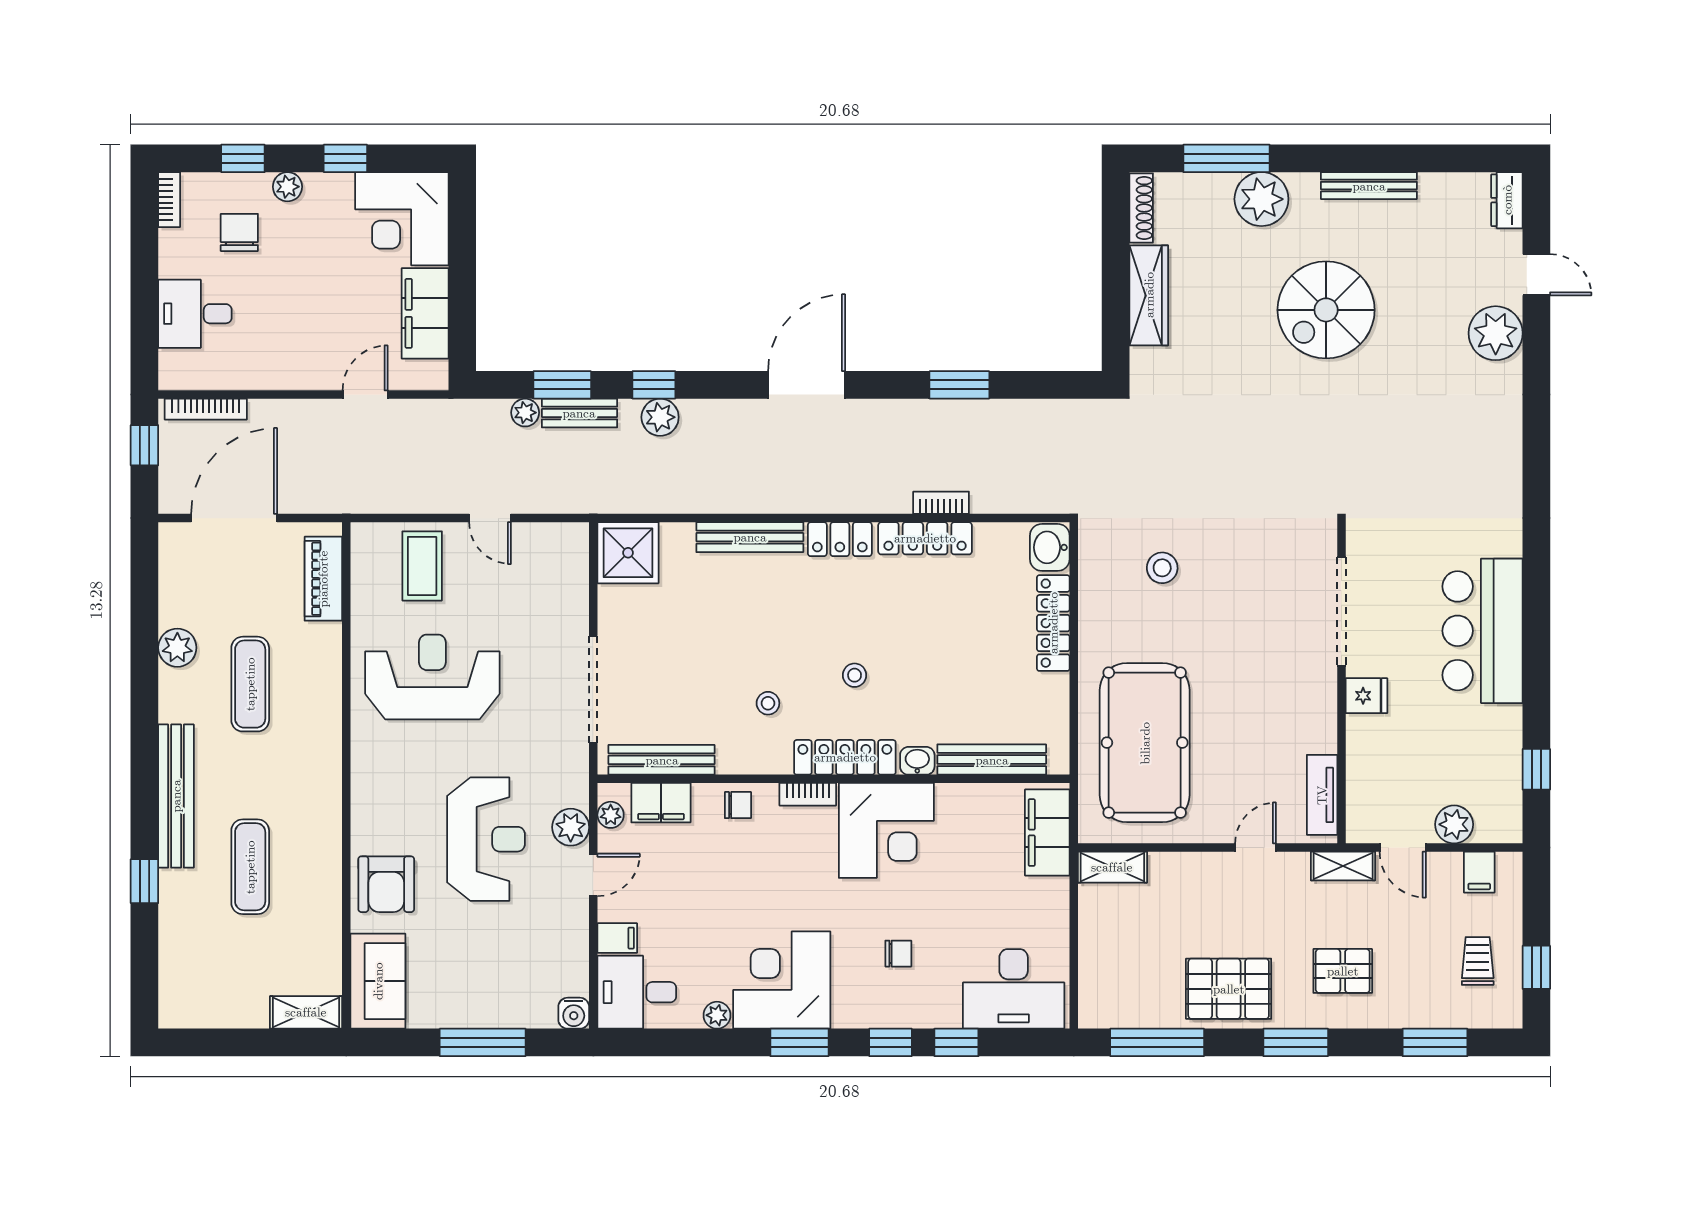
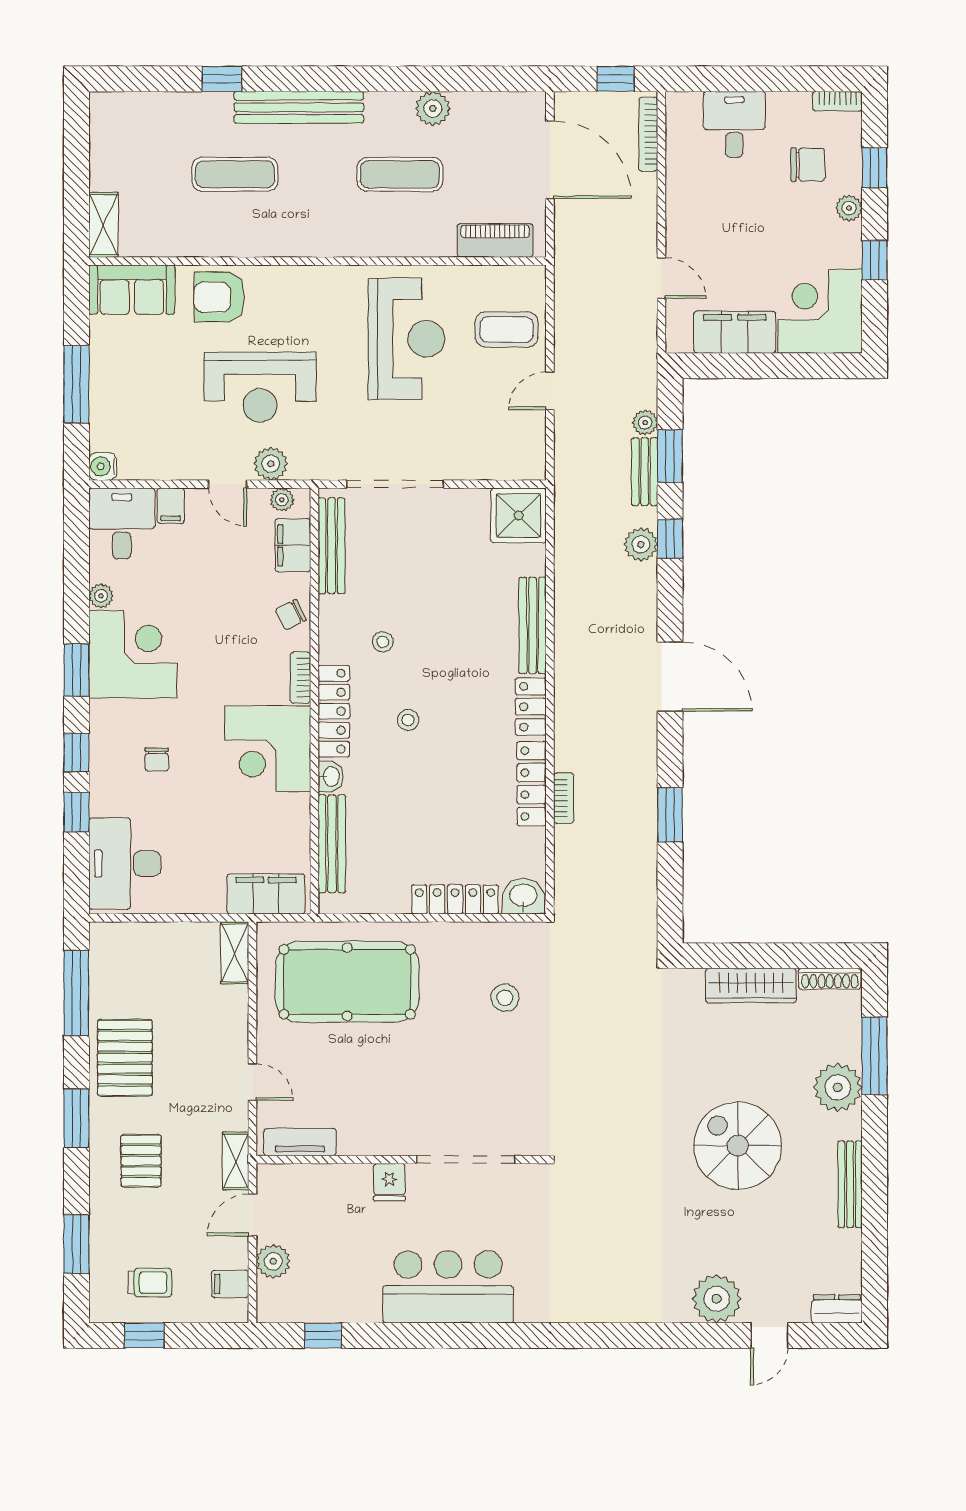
chair: (738, 805) -> (291, 615), turned 63

